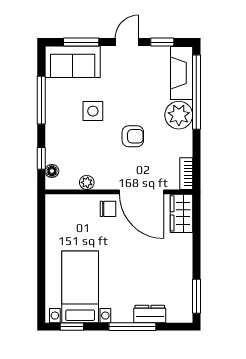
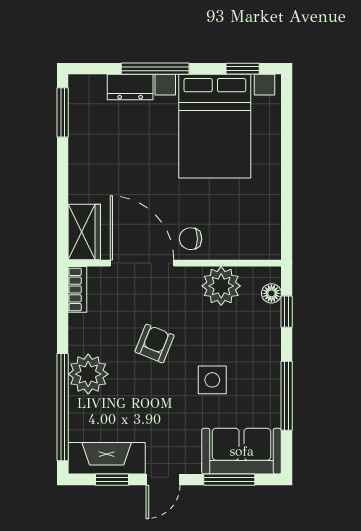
fireplace: (182, 73) -> (107, 458), moved, turned -90
armchair: (133, 136) -> (155, 344), turned 112
plant: (87, 182) -> (221, 286), width x1.88, depth x1.88
bed with nightstands: (80, 287) -> (215, 126), width x1.36

